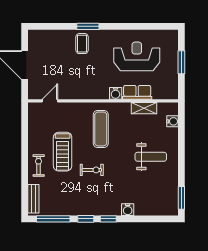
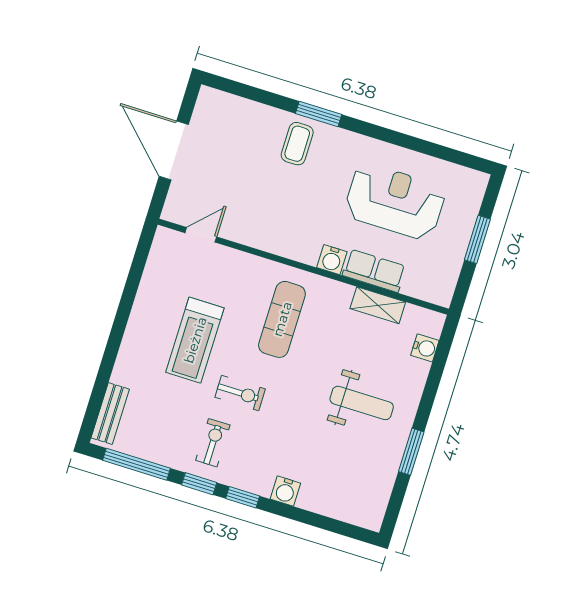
exercise bike: (39, 165) -> (213, 443), moved
window: (181, 198) -> (411, 452), moved

